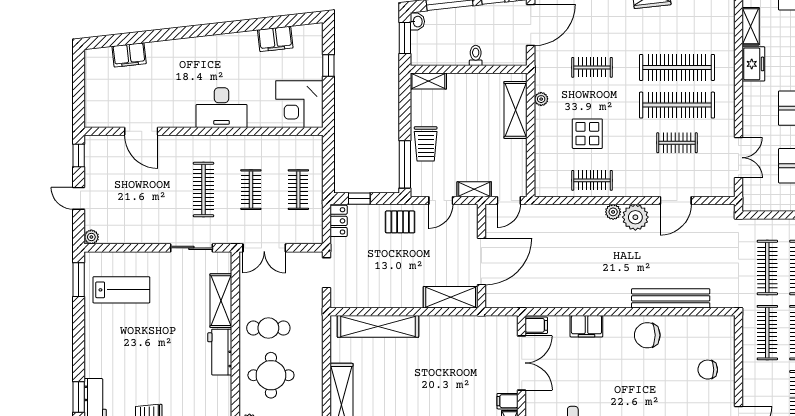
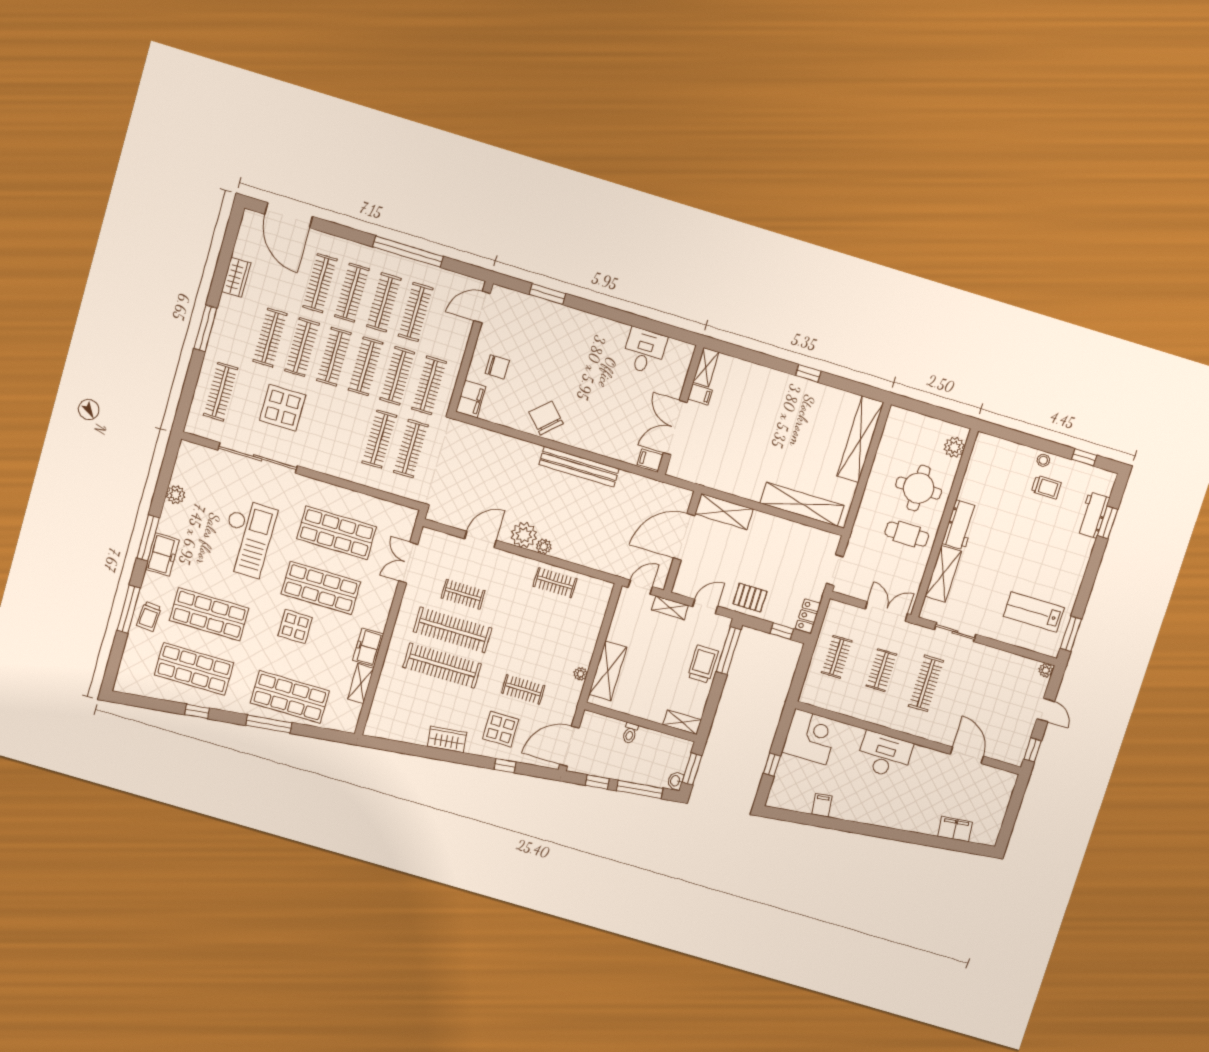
filing cabinet: (275, 39) -> (822, 805), width x0.50
display table: (587, 134) -> (501, 729), moved
bench: (671, 298) -> (579, 467), moved
filing cabinet: (586, 326) -> (471, 399), moved, turned 90
chair: (647, 335) -> (546, 418), turned -133

